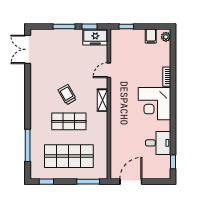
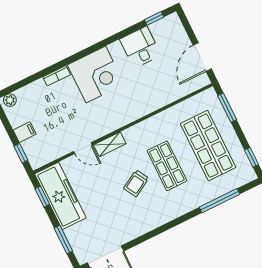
window: (64, 27) -> (63, 240), moved
filing cabinet: (151, 36) -> (25, 132), moved
freezer: (95, 37) -> (60, 196), width x1.91, depth x1.26
shelving: (103, 100) -> (110, 144), moved
door: (131, 182) -> (202, 57), hinge flipped

